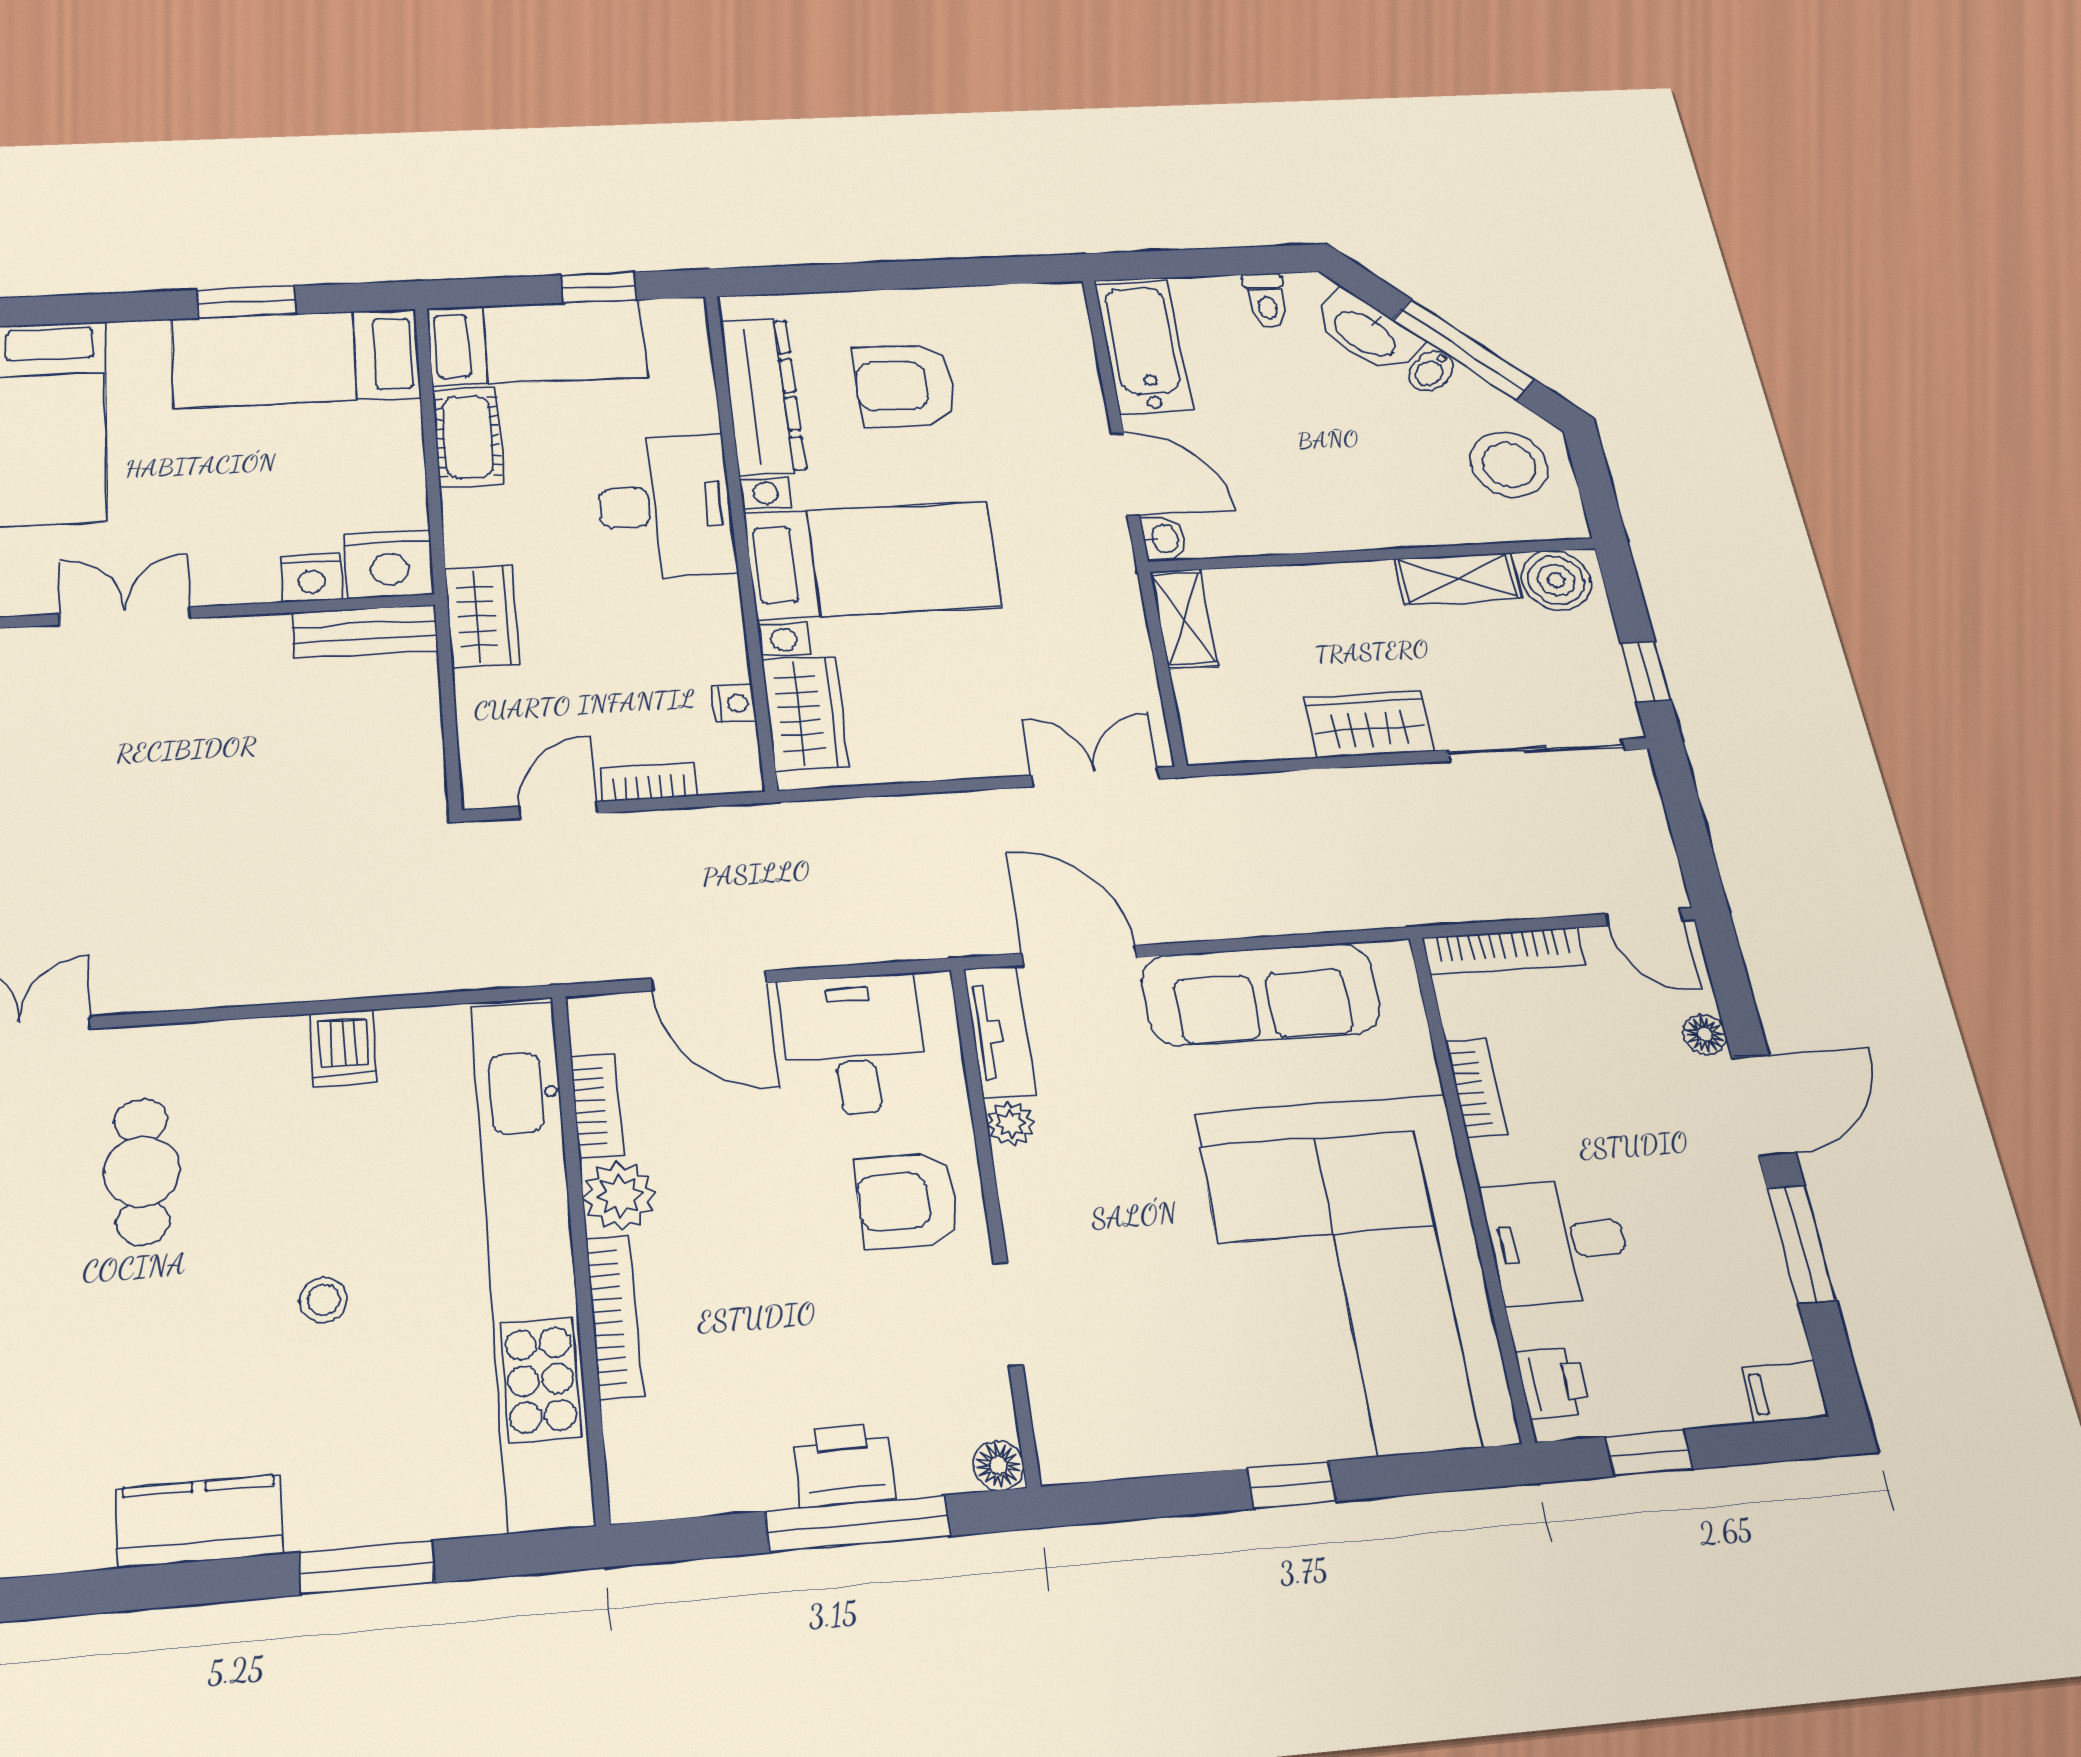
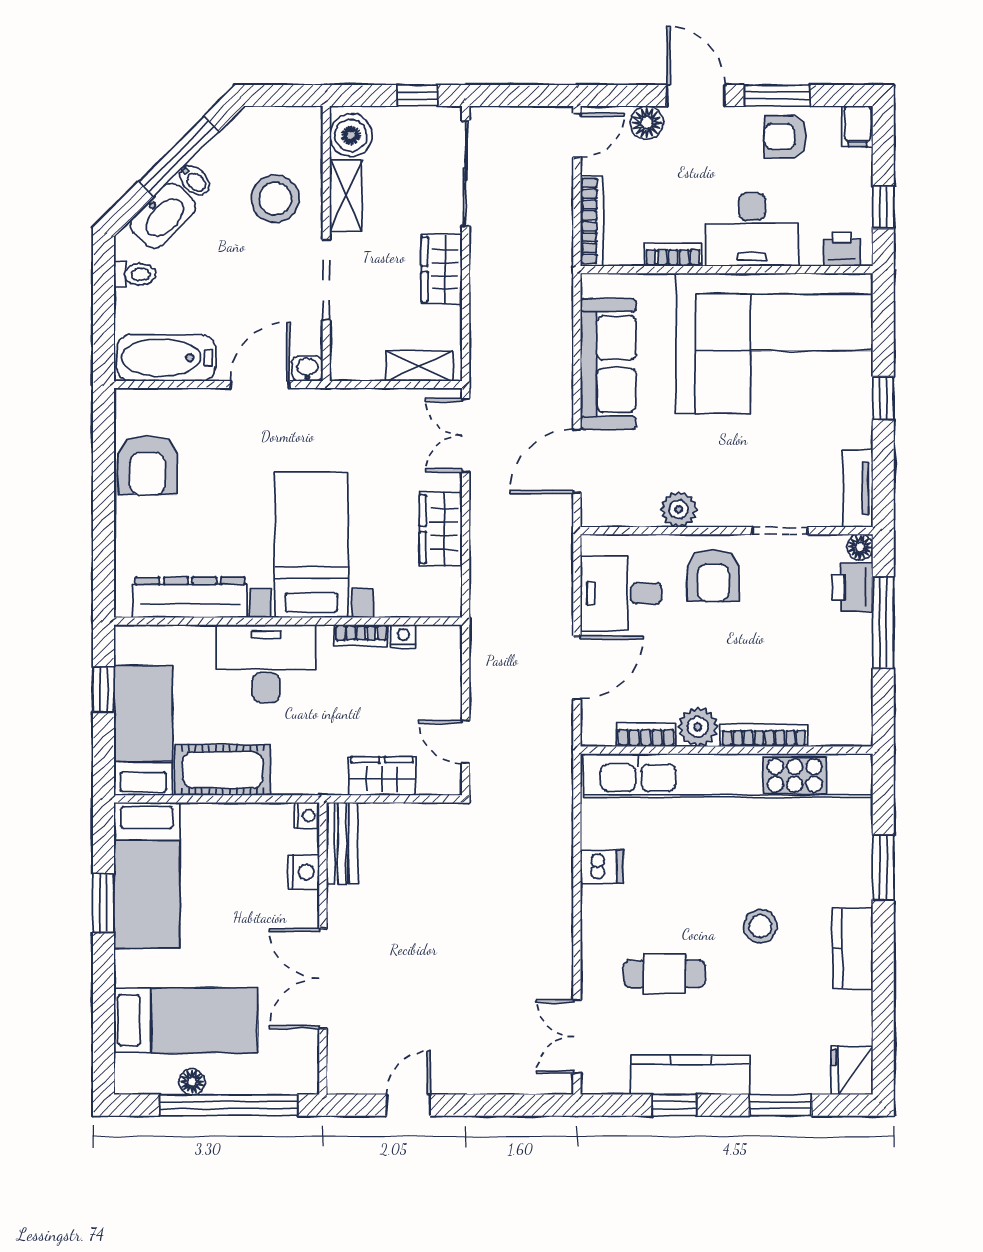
armchair: (905, 386) -> (147, 466), moved
cot: (468, 437) -> (223, 770), width x1.37, depth x1.34
stool: (1509, 465) -> (275, 199), moved
doorway: (1314, 558) -> (326, 280), added
nightstand: (389, 564) -> (307, 815), width x0.53, depth x0.56
double door: (125, 616) -> (323, 978), width x1.37
wardrobe: (482, 616) -> (382, 776), moved
shelving: (1184, 619) -> (420, 366), moved
wardrobe: (805, 713) -> (441, 529), moved, turned -90
bookcase: (649, 782) -> (361, 635), moved, turned -90
tv unit: (1000, 1031) -> (858, 488), moved, turned -90
floor lamp: (1705, 1034) -> (647, 123), width x1.37, depth x1.37
plant: (1010, 1124) -> (679, 509), width x1.38, depth x1.38
desk: (1557, 1241) -> (752, 229), width x1.37
armchair: (1733, 1264) -> (786, 137), added
stool: (324, 1300) -> (760, 926), moved, width x1.37, depth x1.37
printer: (844, 1465) -> (853, 587), moved

